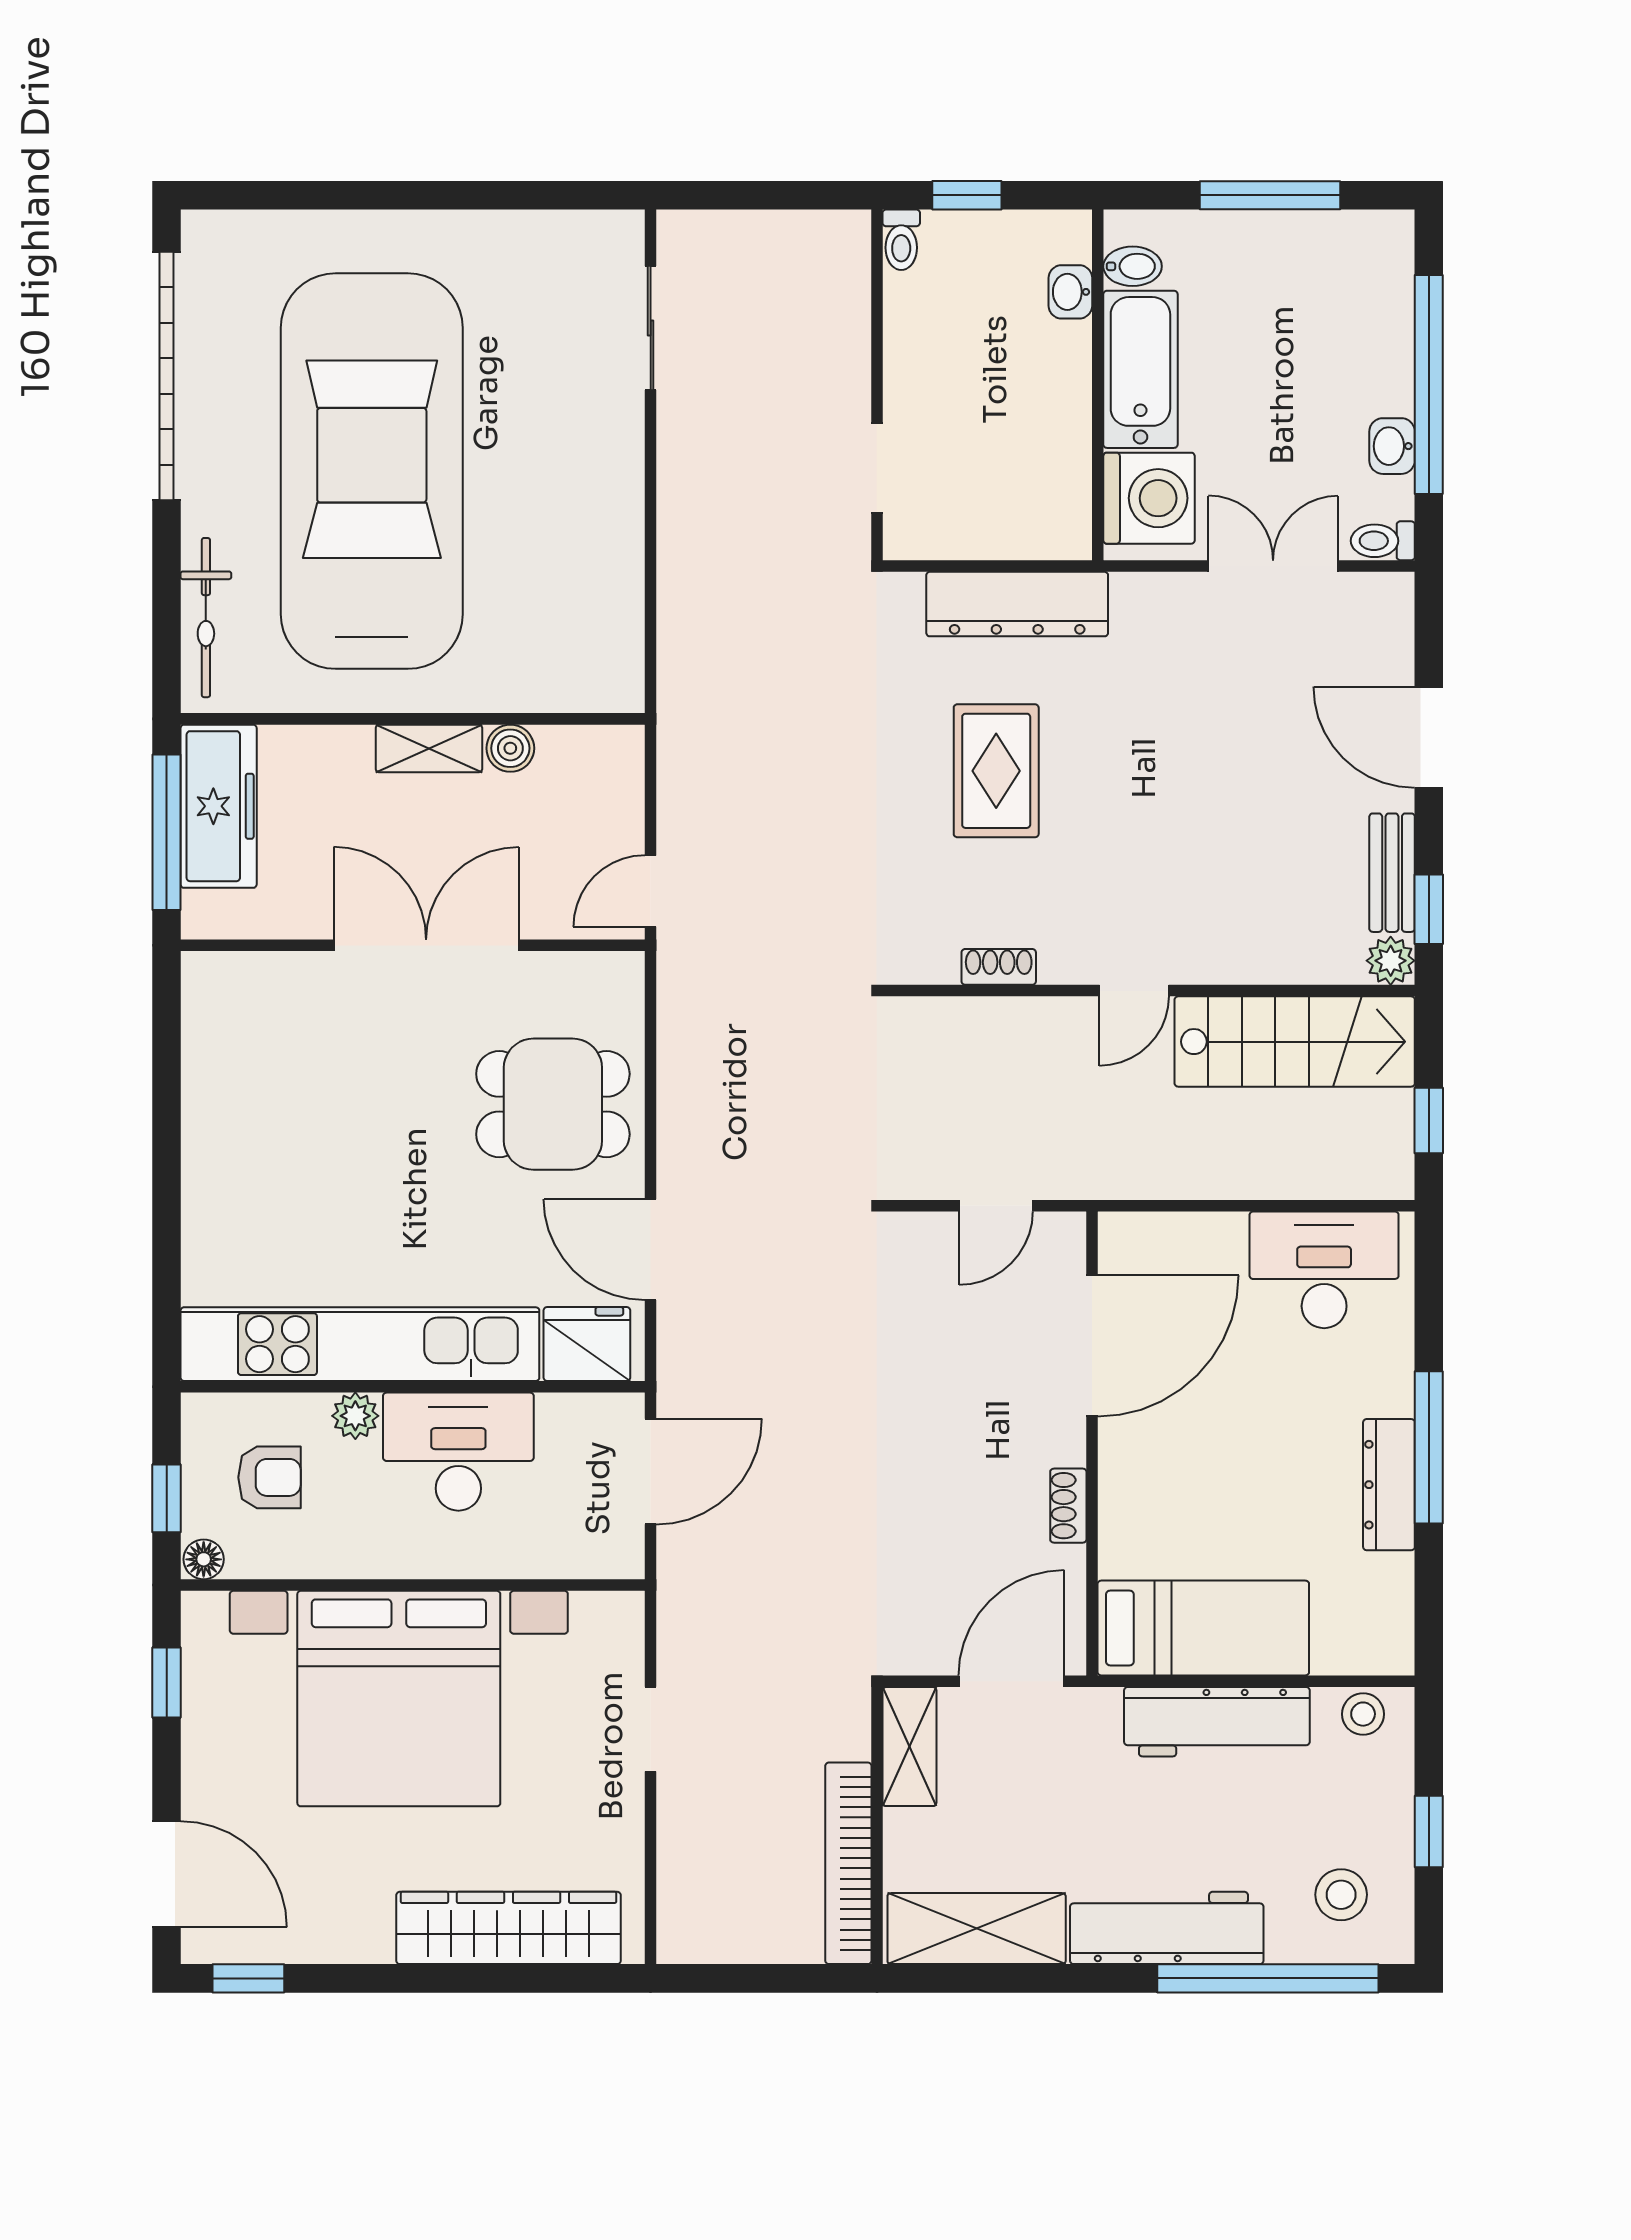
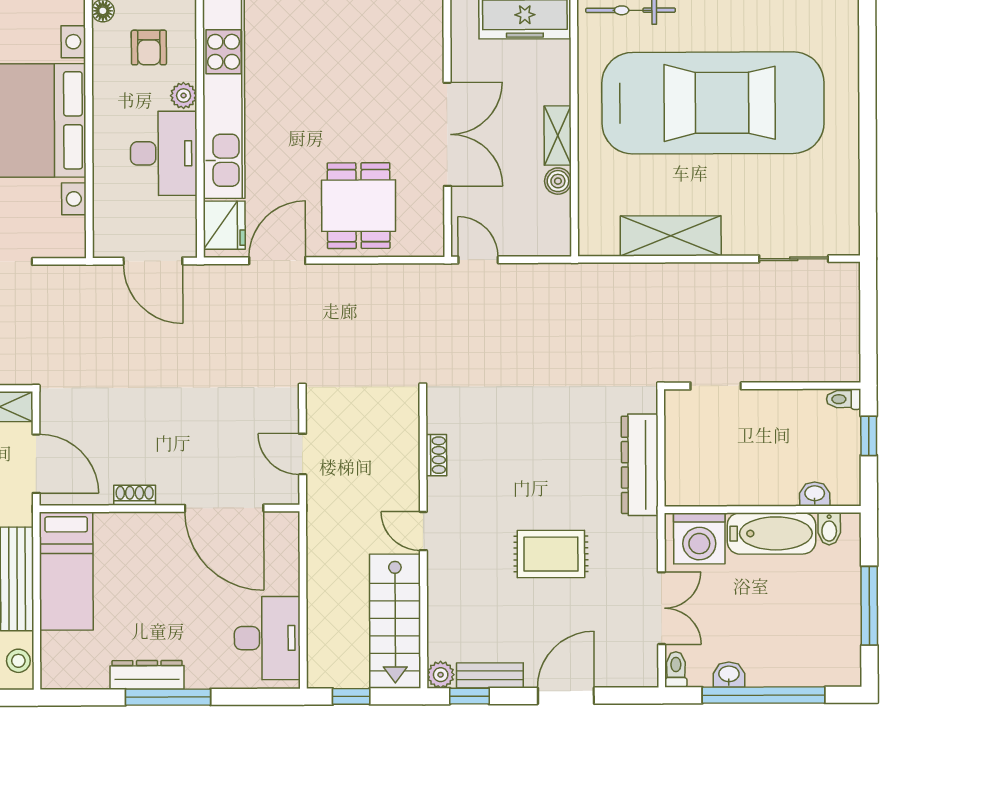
shelving: (609, 547) -> (671, 236), added
rug: (996, 771) -> (551, 554), moved

